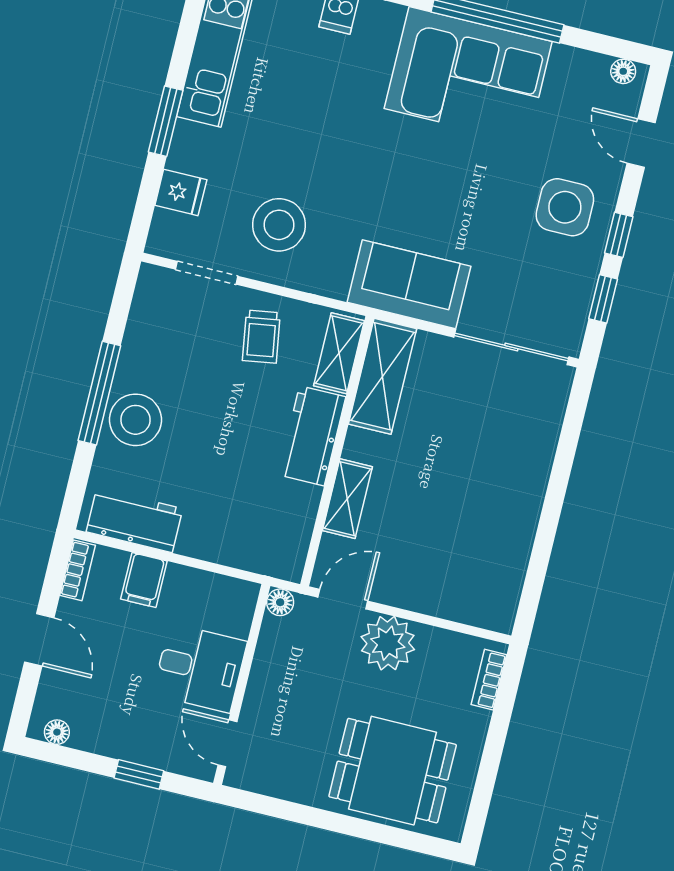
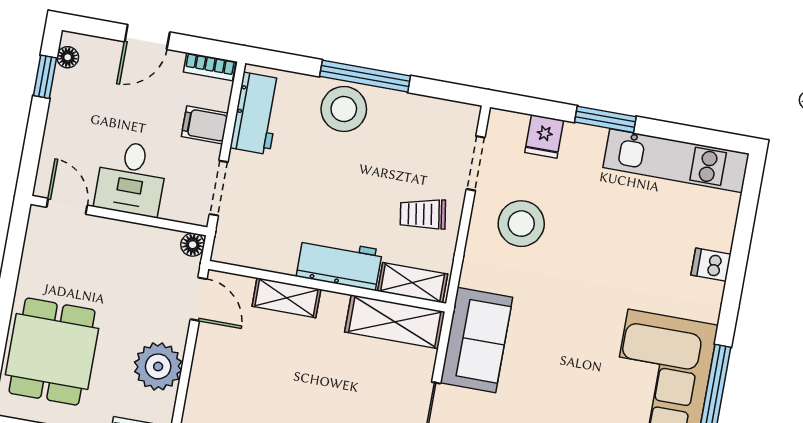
doorway: (217, 569) -> (219, 188), added
plant: (388, 643) -> (158, 366), moved
door: (227, 743) -> (67, 206), hinge flipped
window: (139, 774) -> (45, 77), moved

